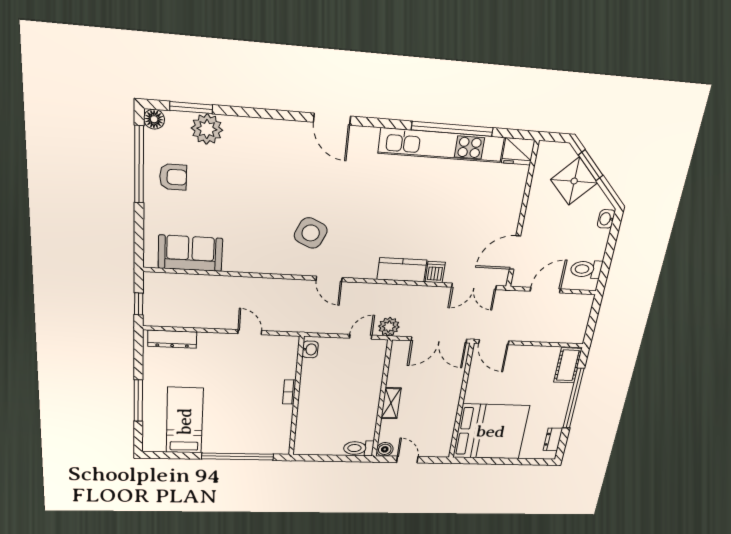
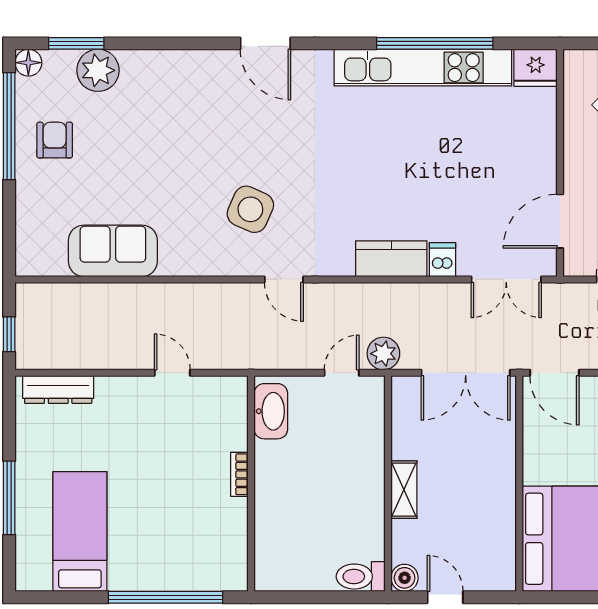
armchair: (173, 177) -> (55, 140), turned -90
sofa: (190, 253) -> (113, 251), moved
washbasin: (310, 349) -> (271, 411), width x1.91, depth x1.45

